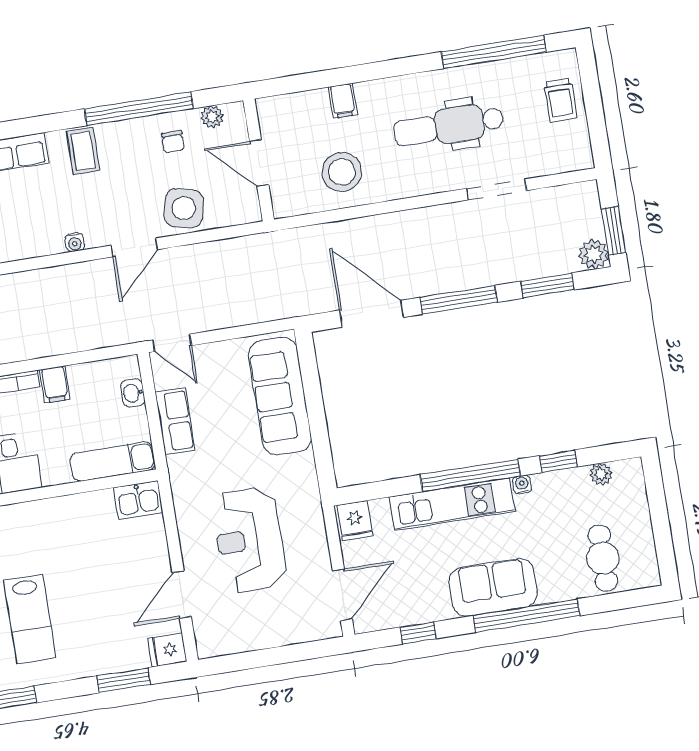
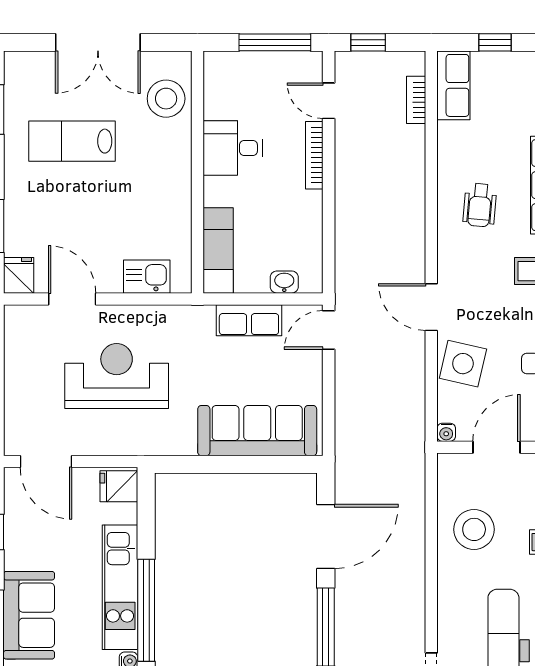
wheelchair: (29, 216) -> (480, 205), added
water cooler: (75, 242) -> (446, 432), moved, turned -90
filing cabinet: (55, 384) -> (306, 204), removed
kitchen sink: (138, 500) -> (147, 277), moved, turned 90

